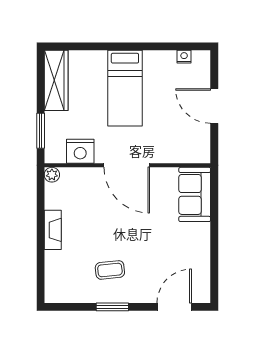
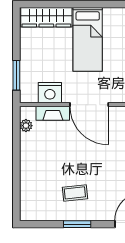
wardrobe: (56, 80) -> (46, 17), moved, turned 90
plant: (52, 175) -> (26, 126), moved
fireplace: (53, 230) -> (53, 113), moved, turned 90

